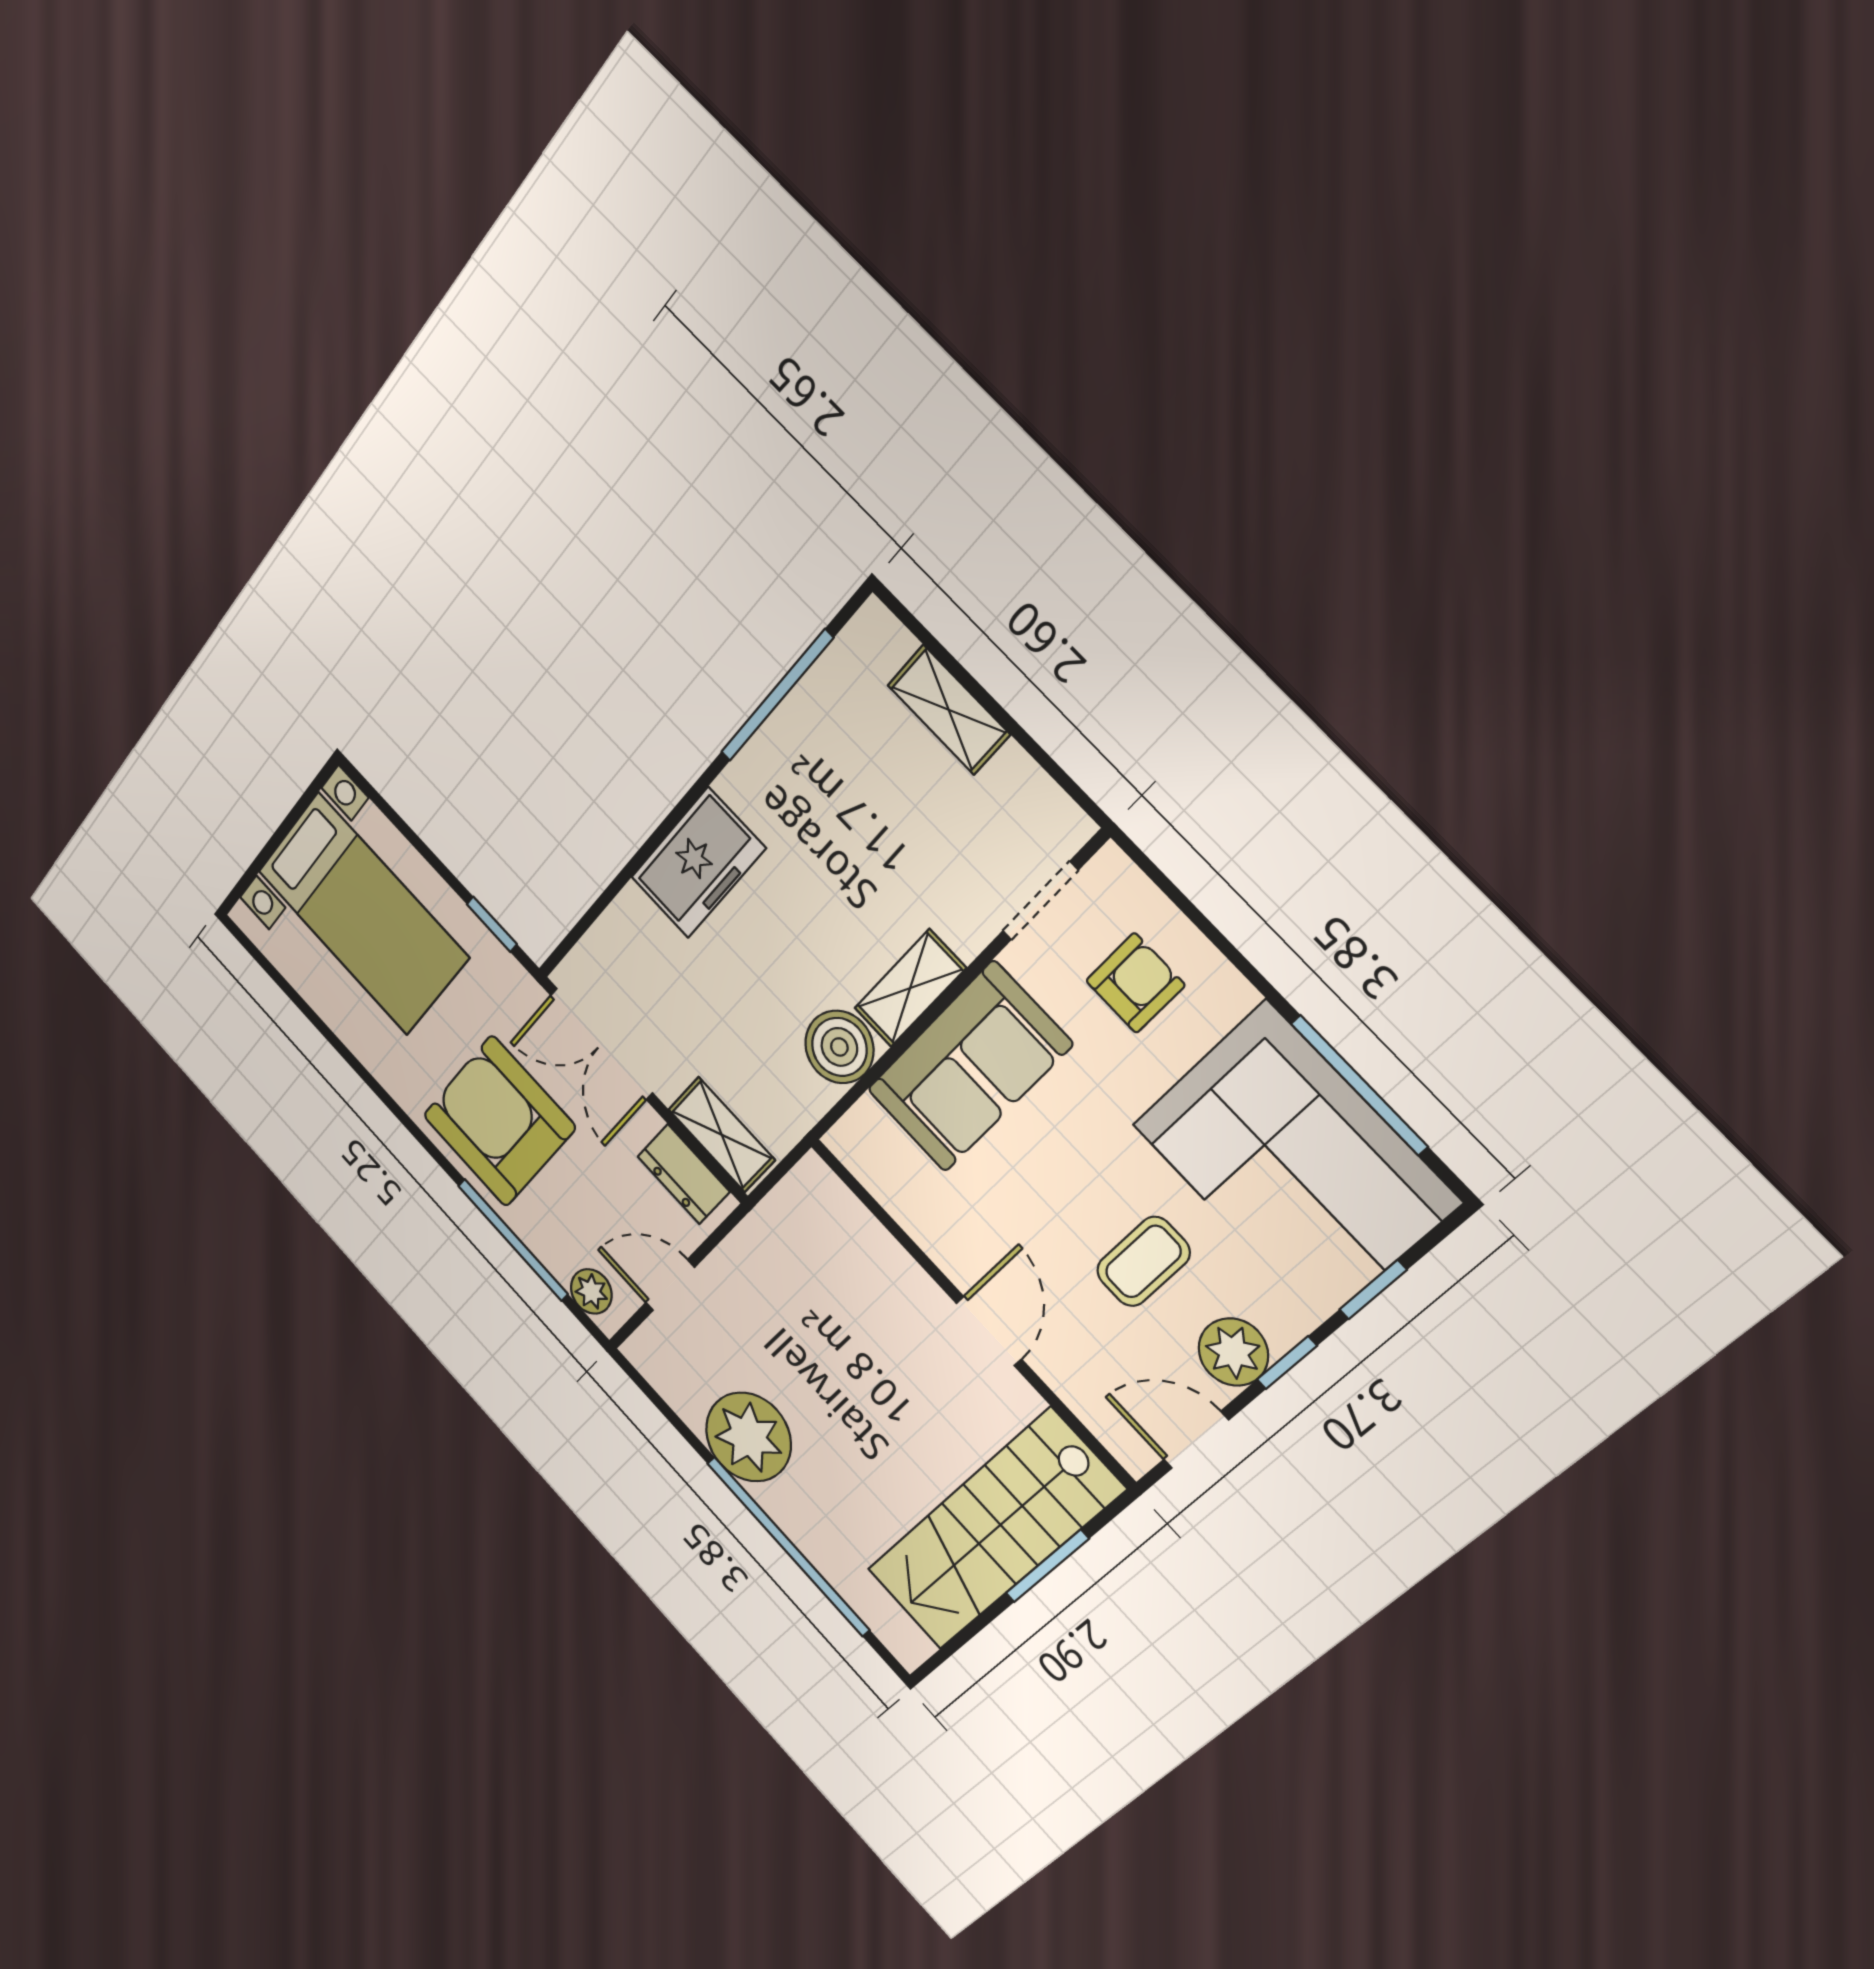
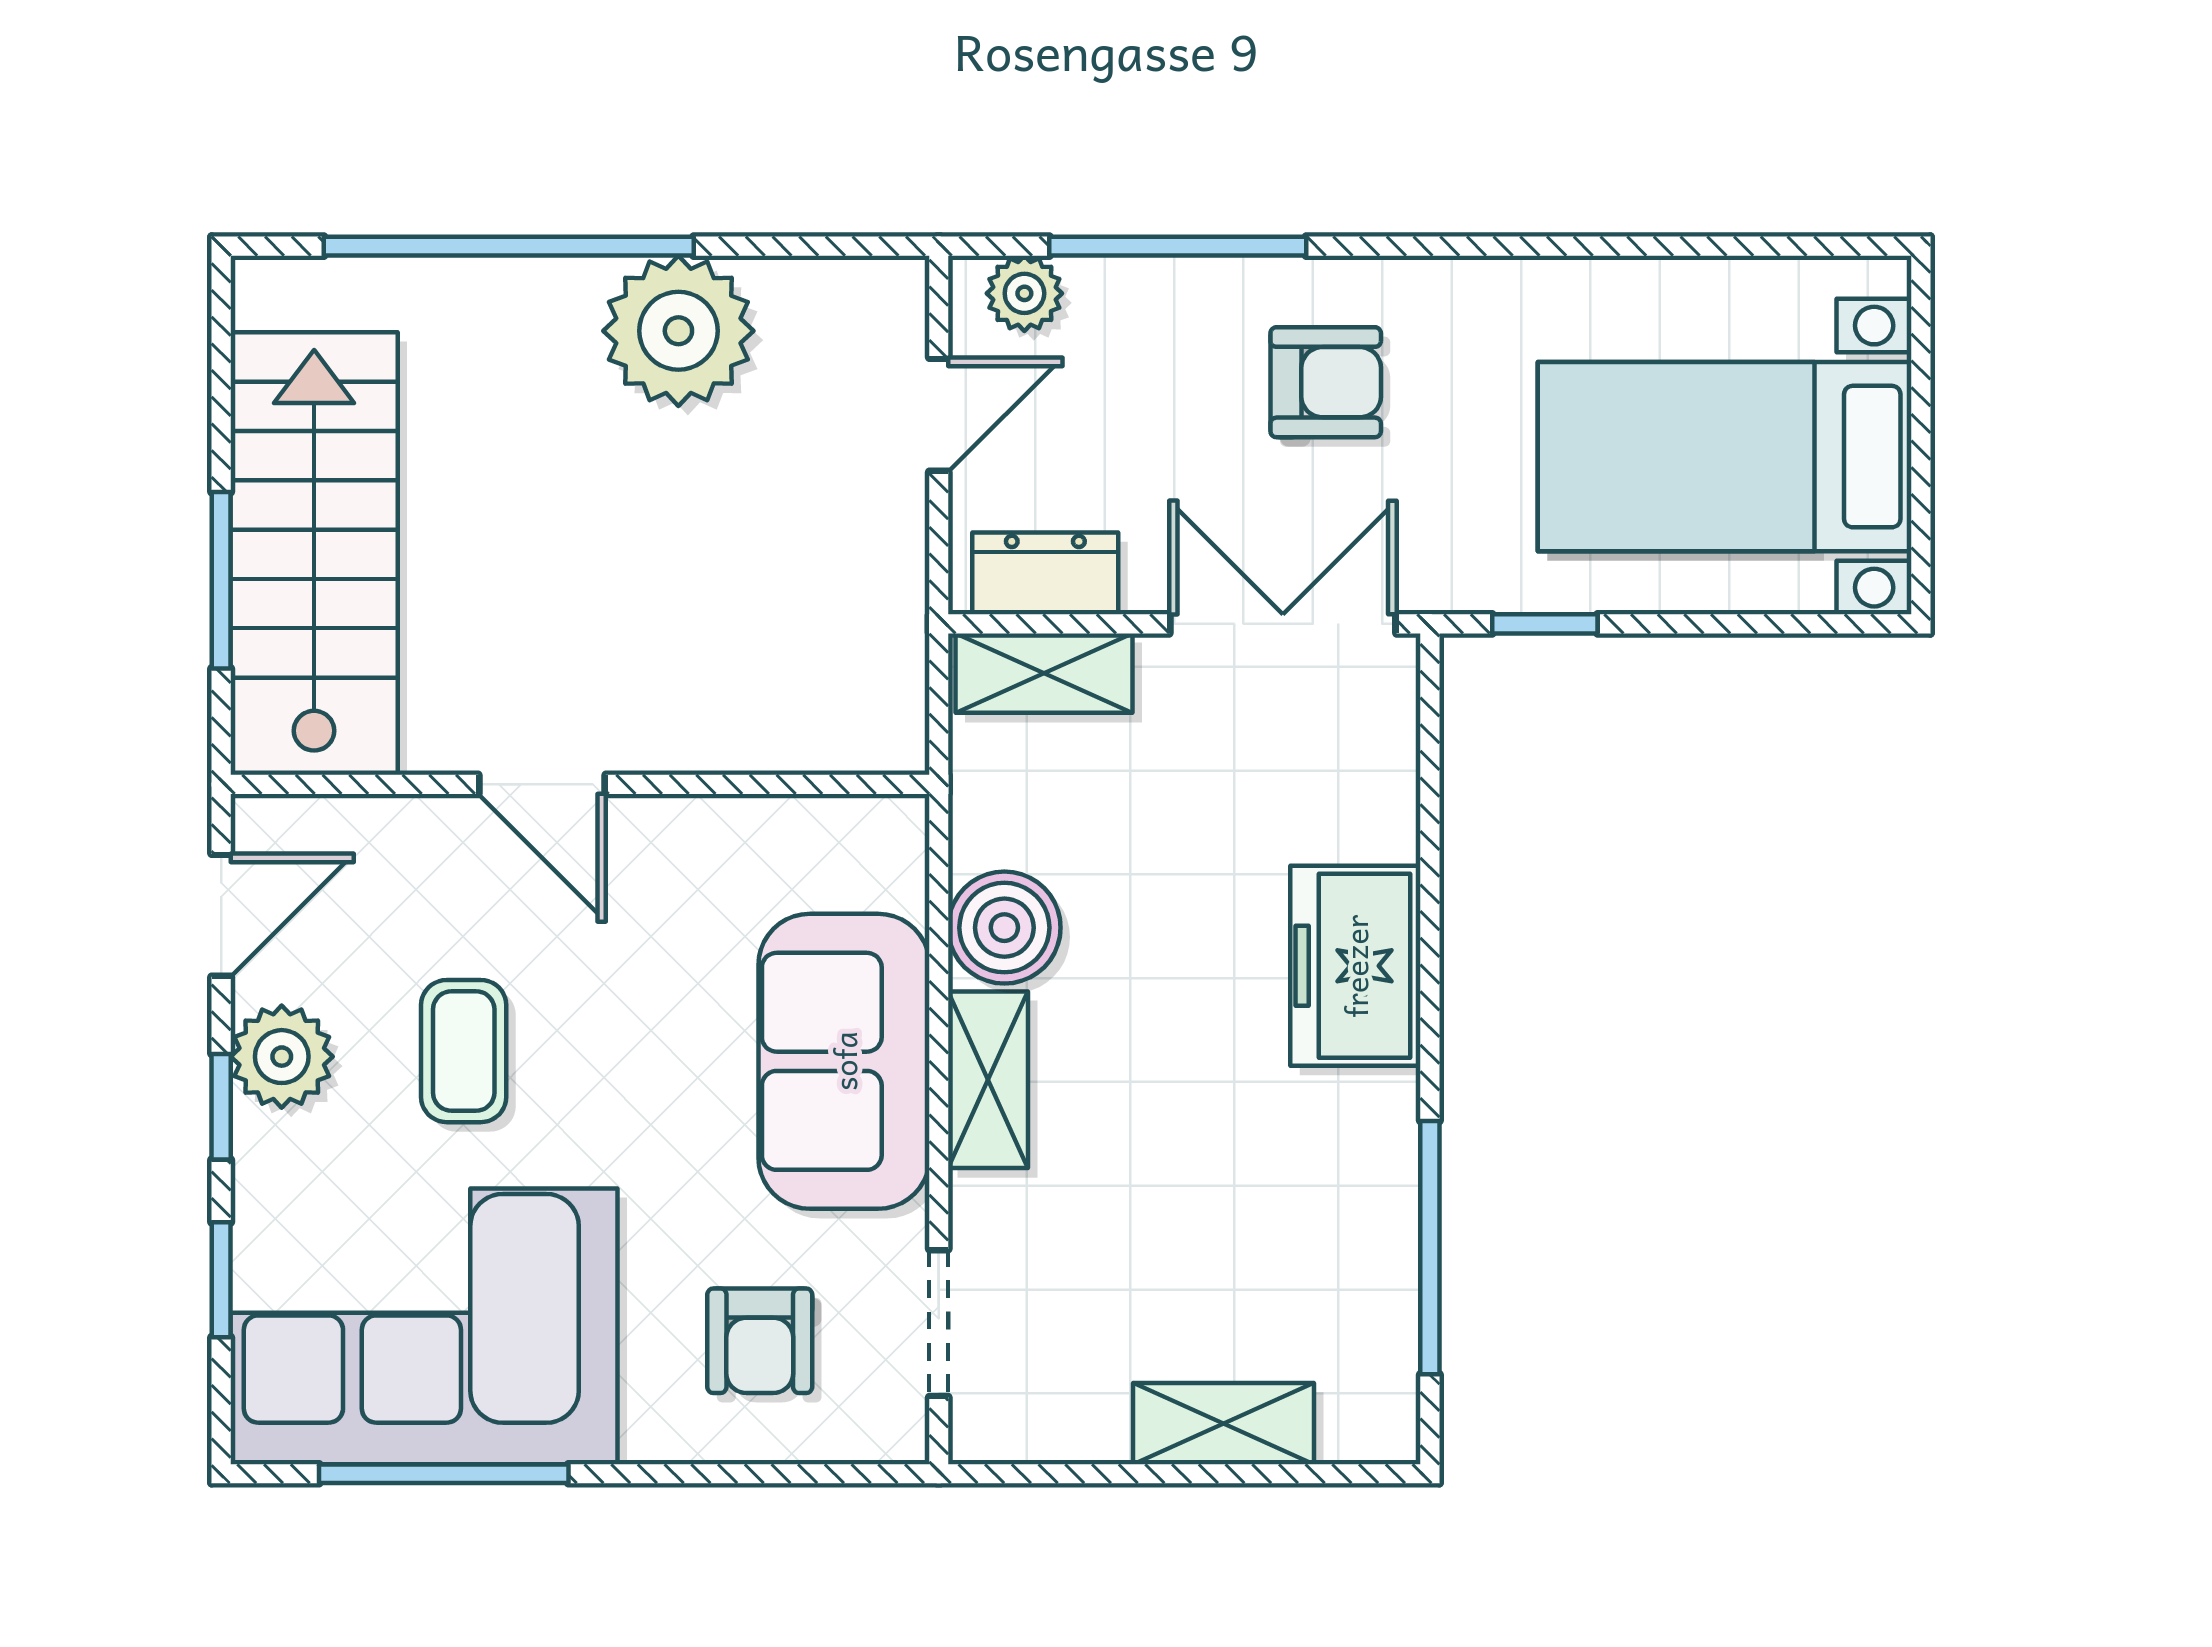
armchair: (499, 1121) -> (1326, 382), width x0.53, depth x0.53

